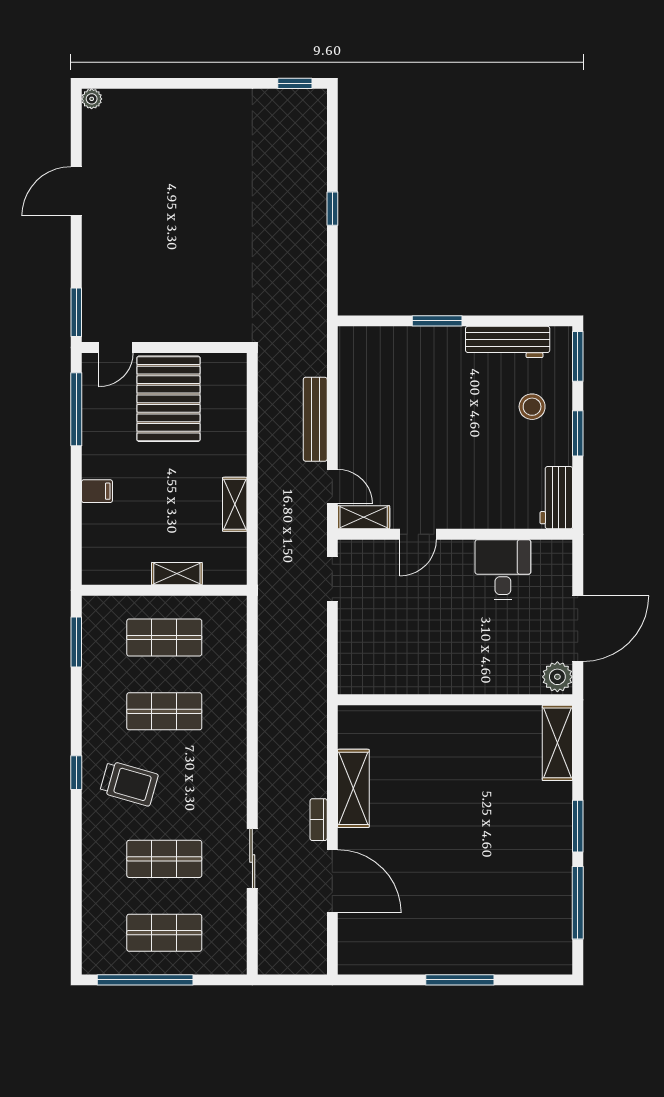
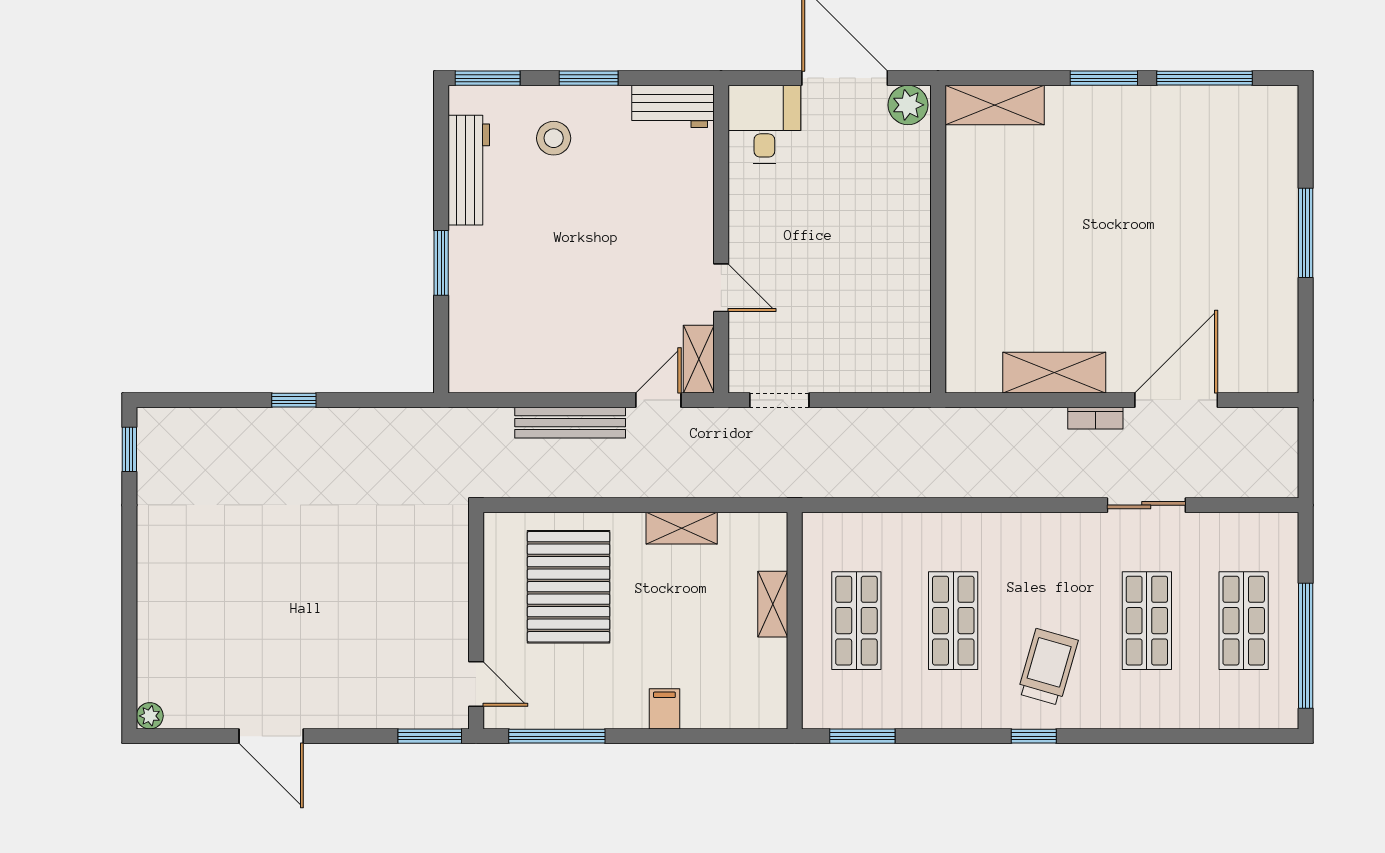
pallet: (168, 399) -> (569, 587), moved, turned 90
desk: (503, 570) -> (764, 124), moved, turned 90

